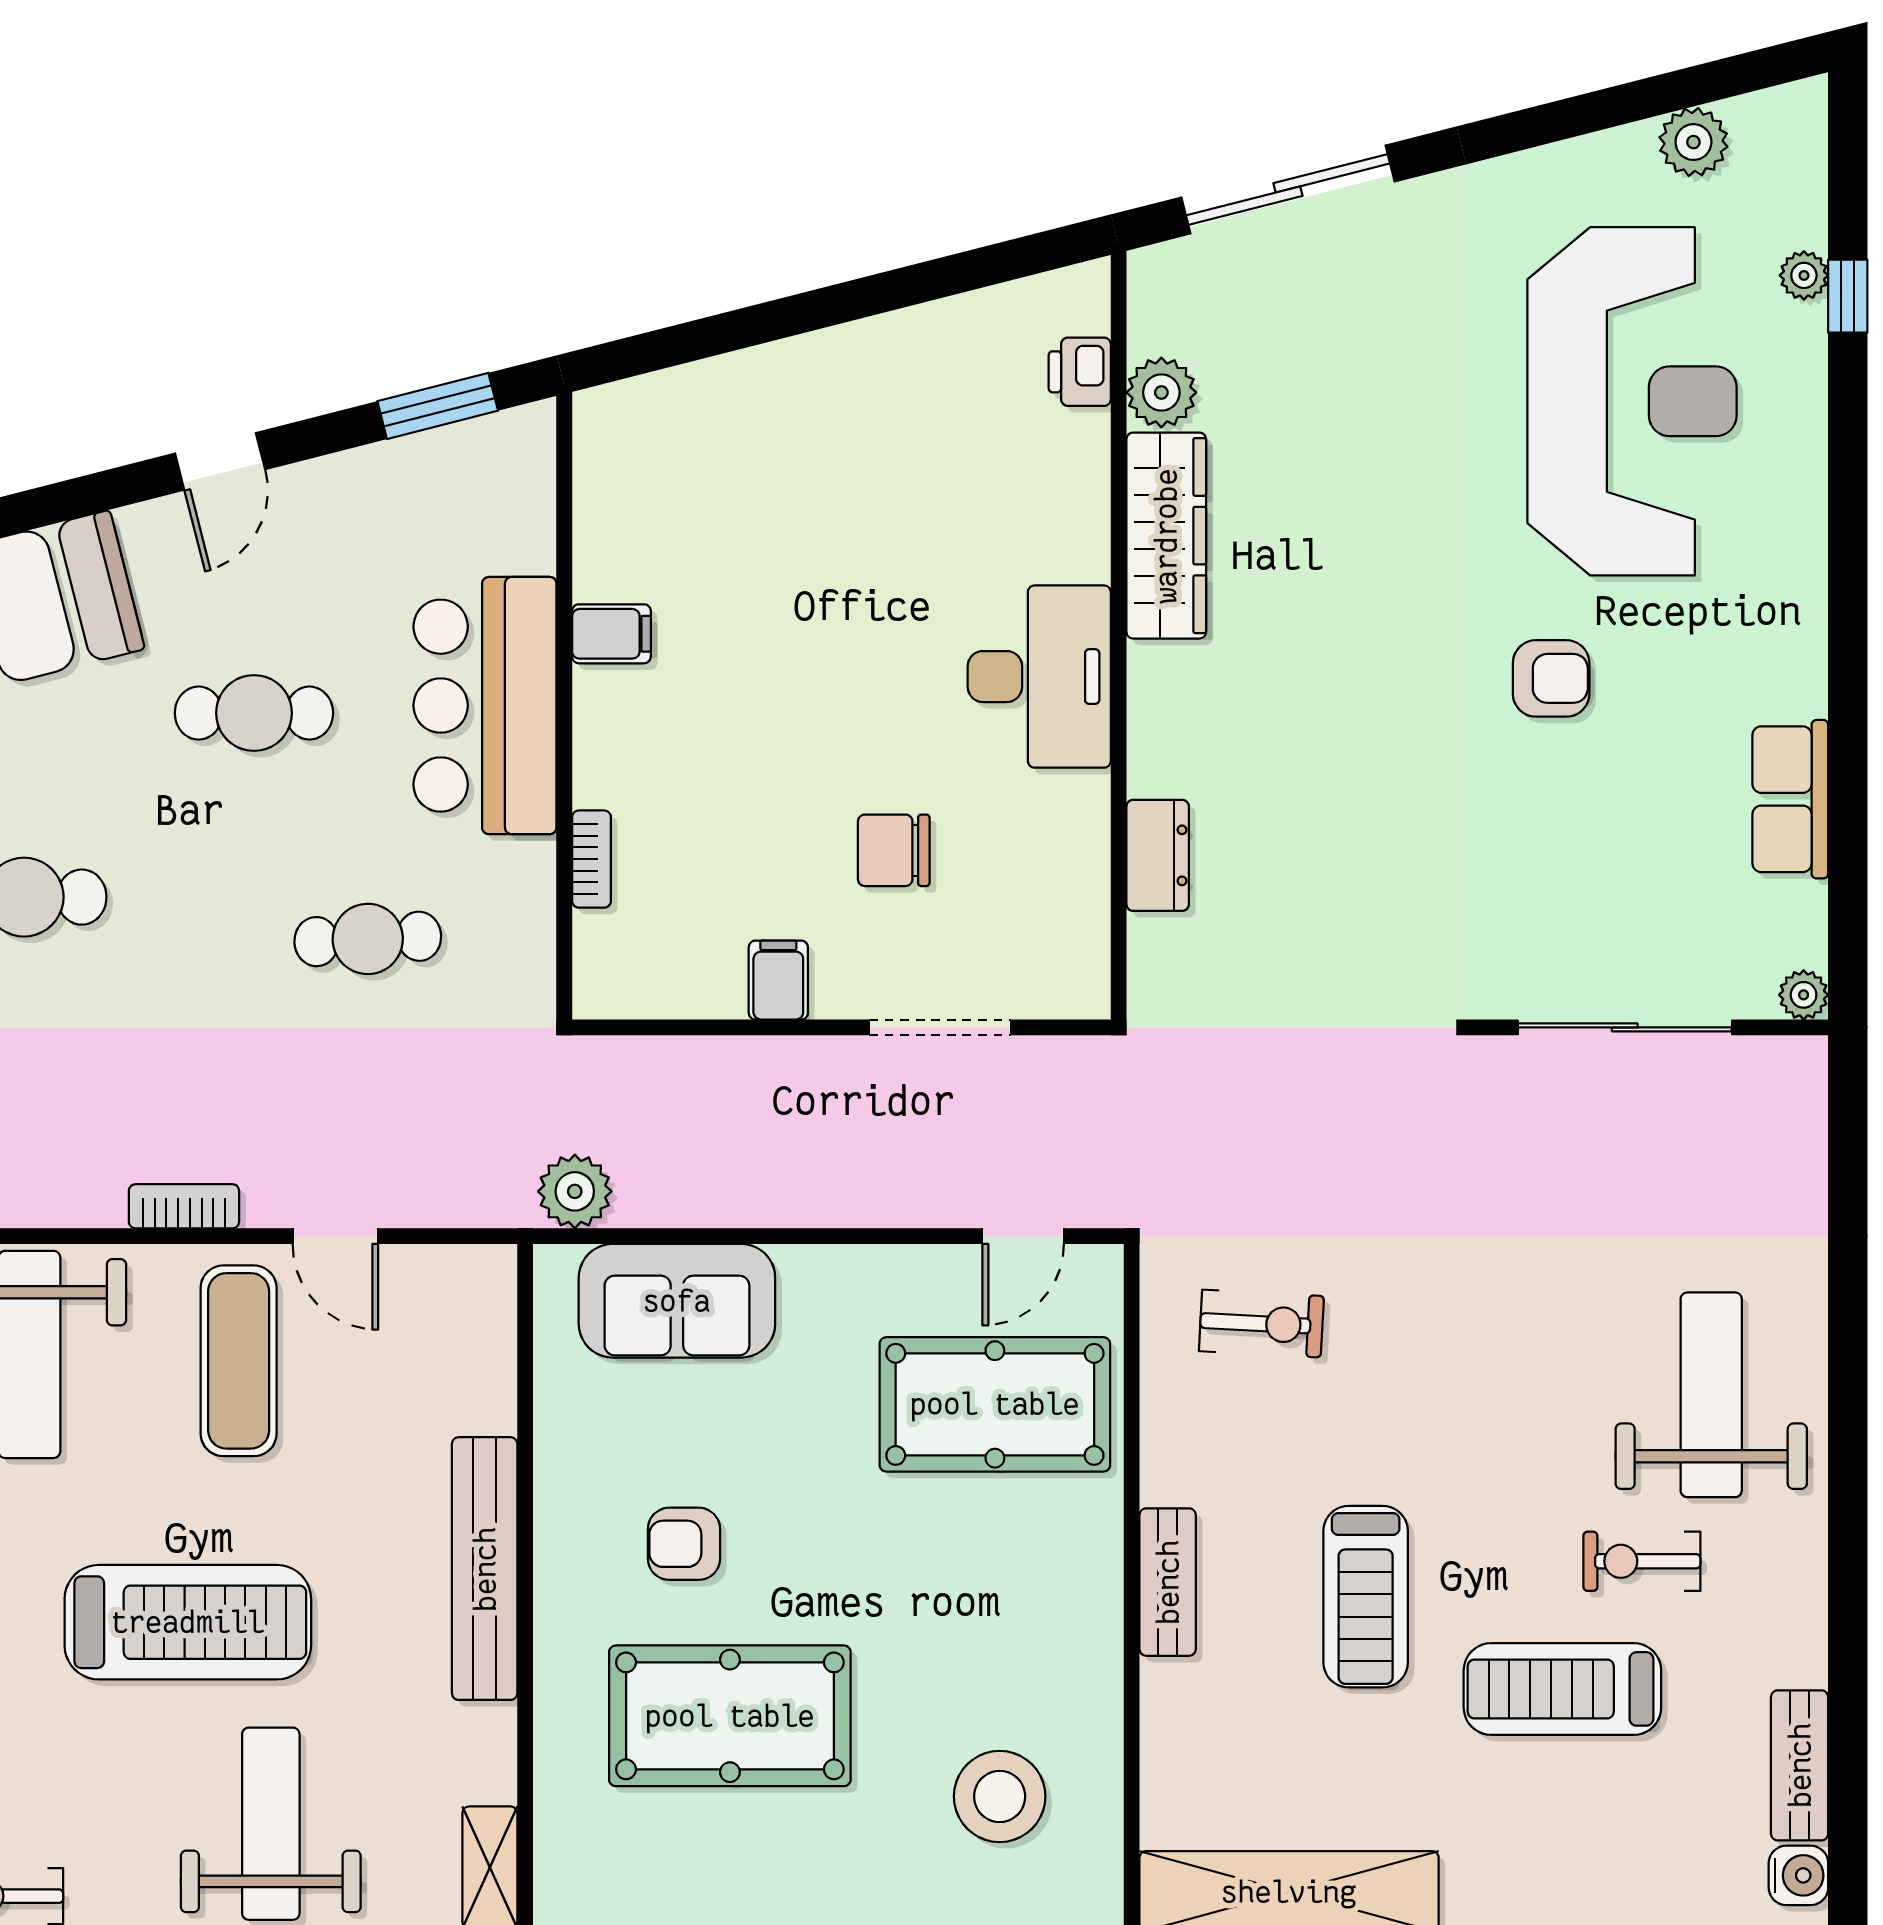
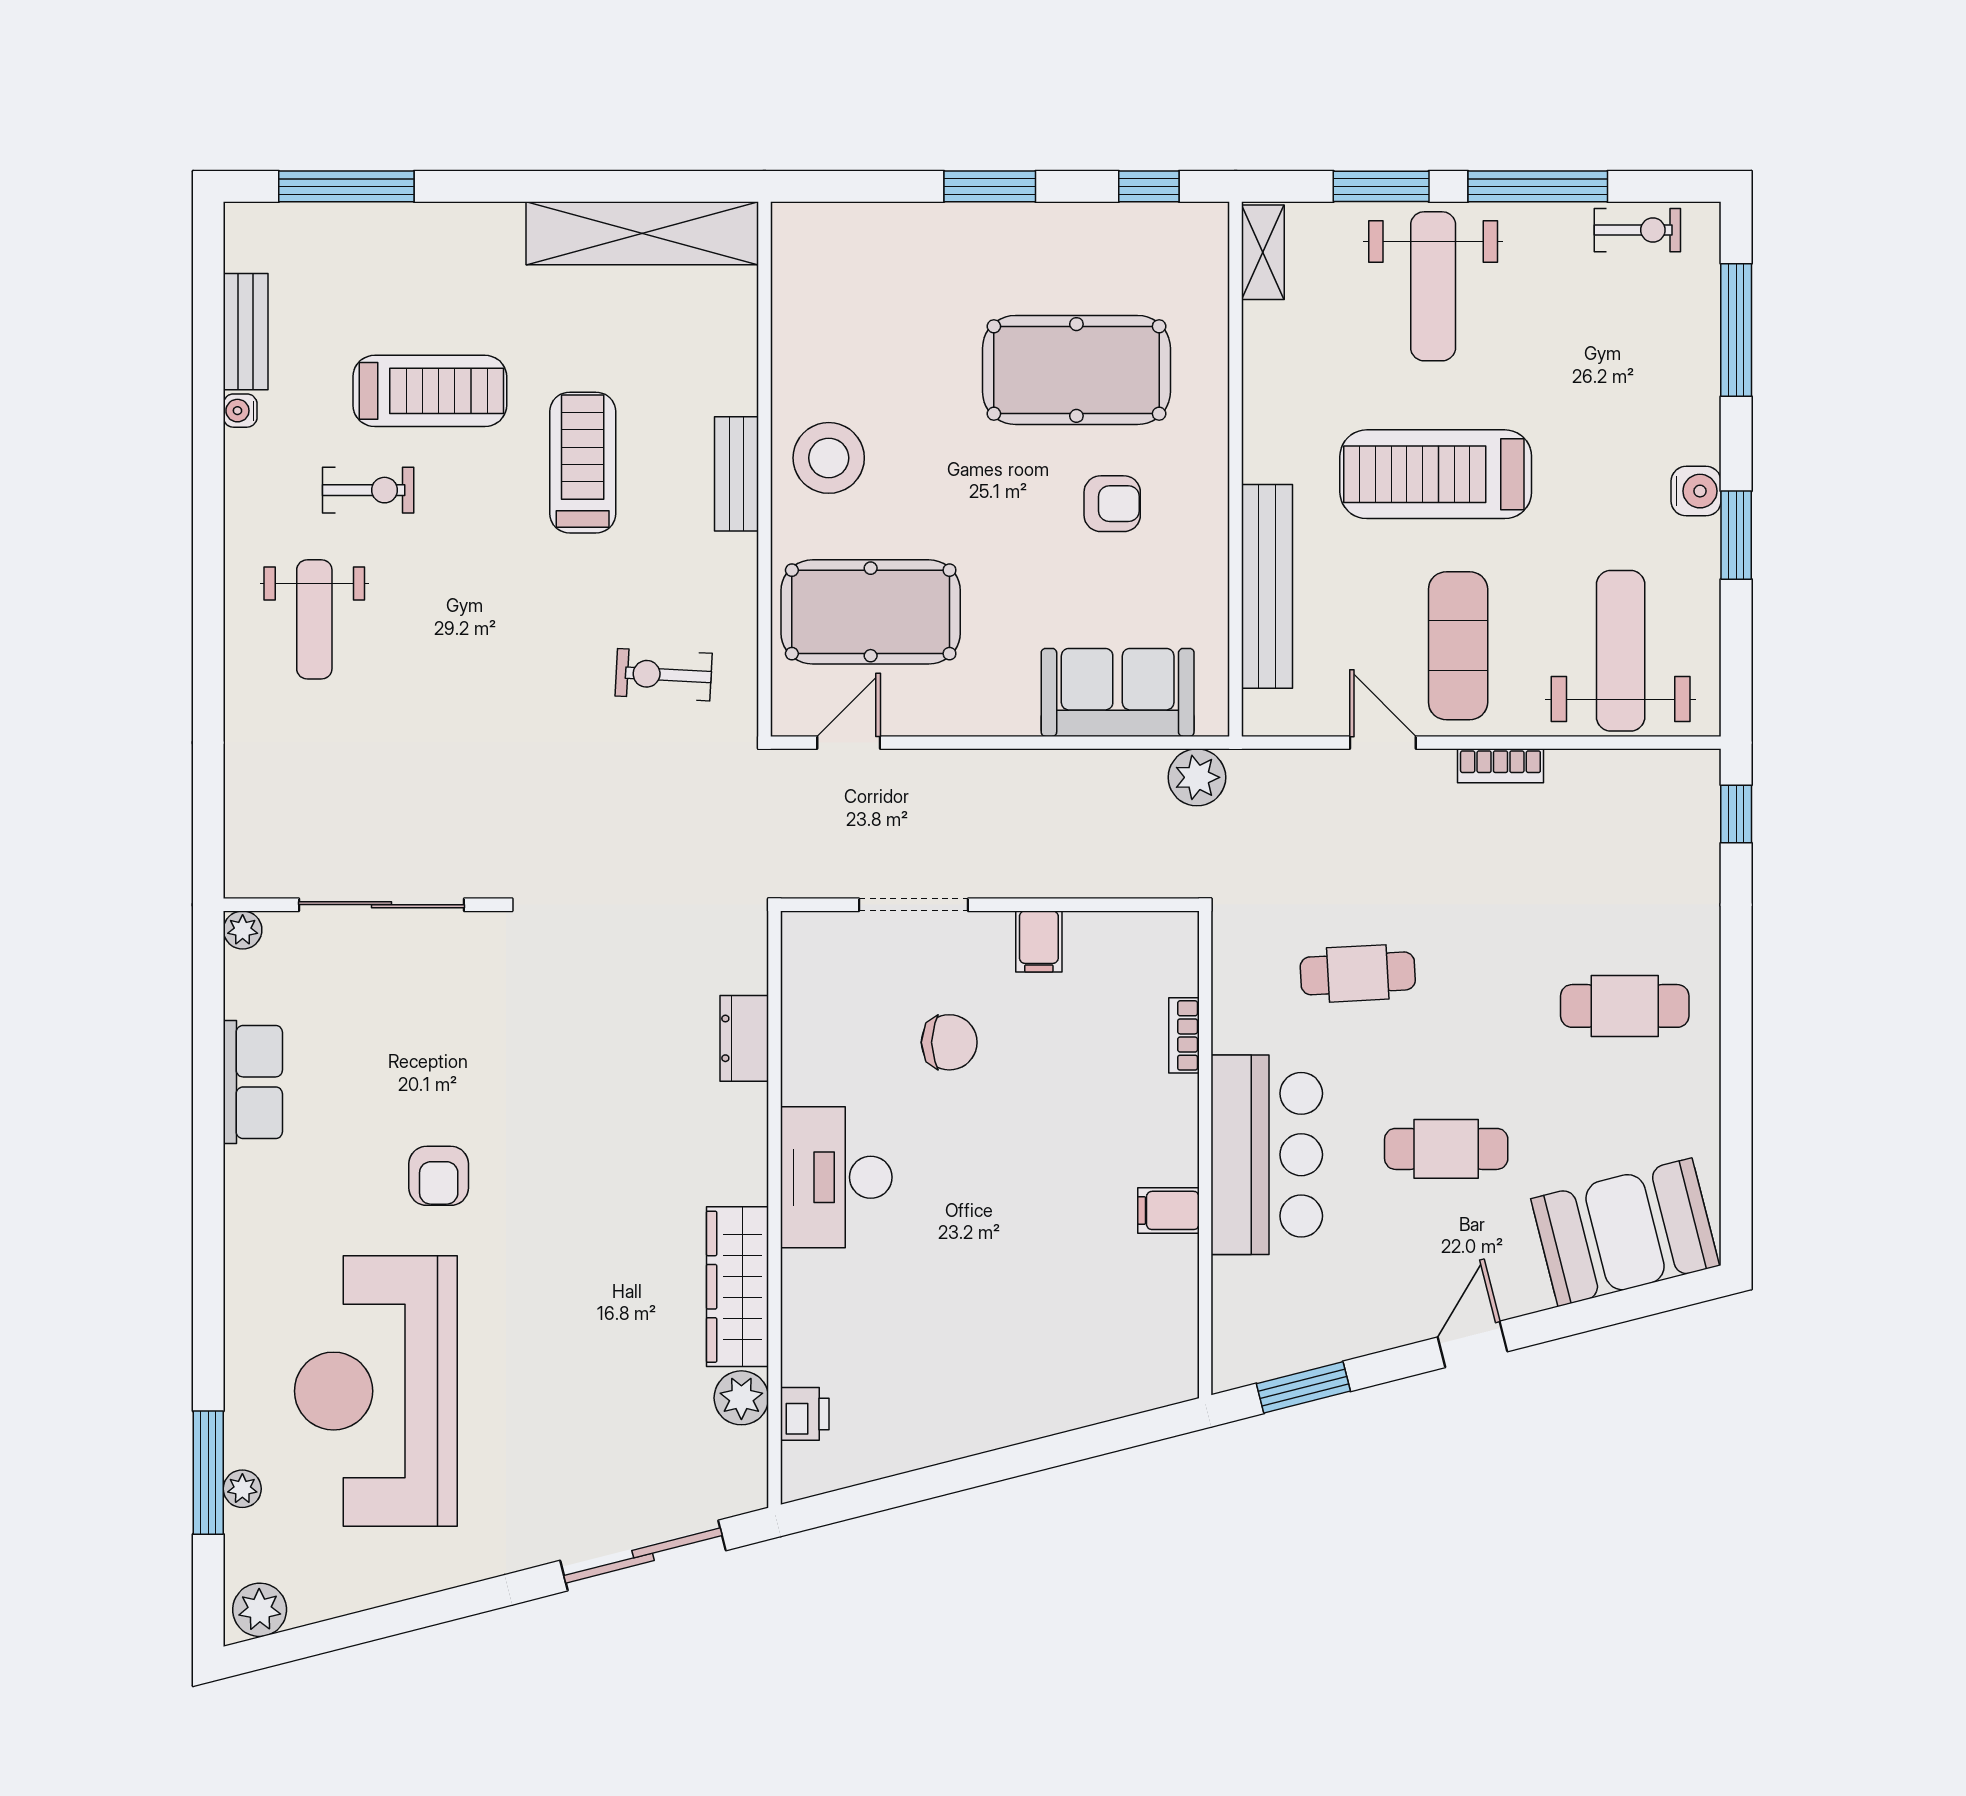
plant: (1693, 142) -> (260, 1610), moved
window: (1848, 296) -> (208, 1473), width x2.17
armchair: (1551, 678) -> (439, 1176), turned -90
weight bench: (1711, 1395) -> (314, 619), width x0.73, depth x0.75
bench: (485, 1569) -> (1267, 586), moved
treadmill: (188, 1622) -> (1436, 474), moved
stool: (1000, 1796) -> (829, 458), moved
water cooler: (1798, 1875) -> (240, 411), moved, width x0.72, depth x0.72

